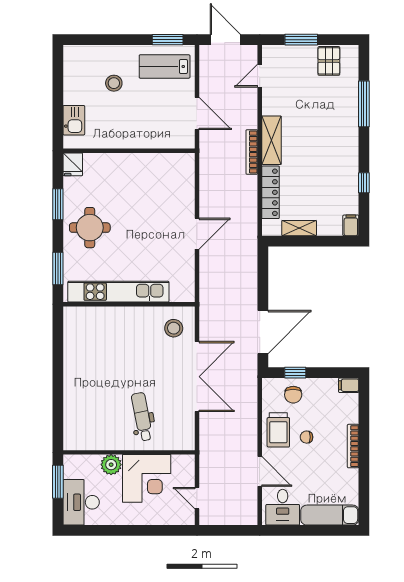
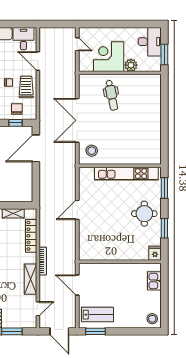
stool: (114, 83) -> (152, 319), moved
shelving: (271, 140) -> (31, 279), moved

